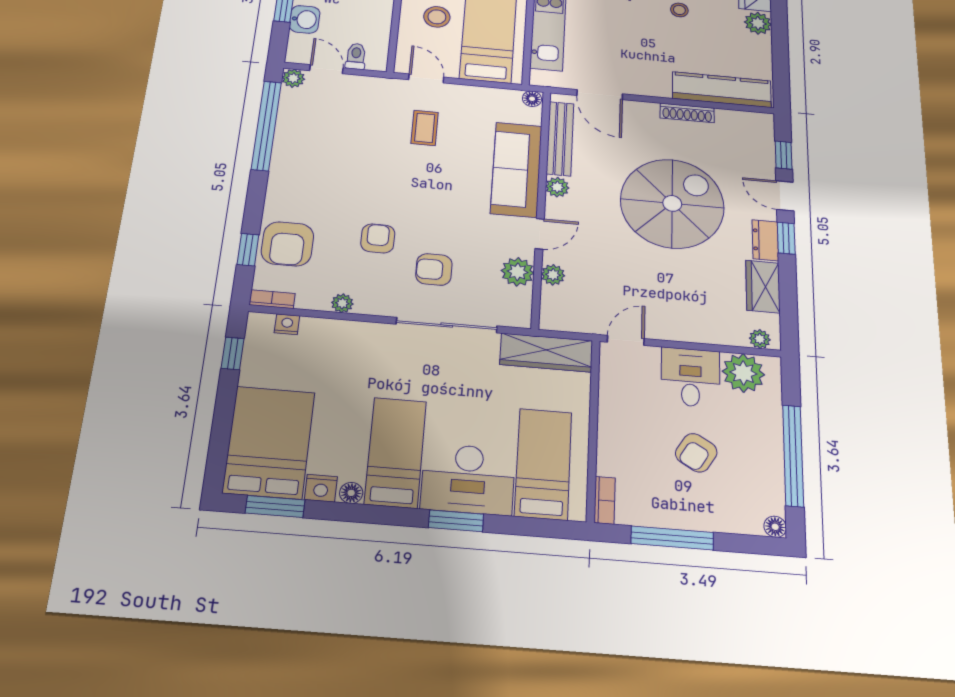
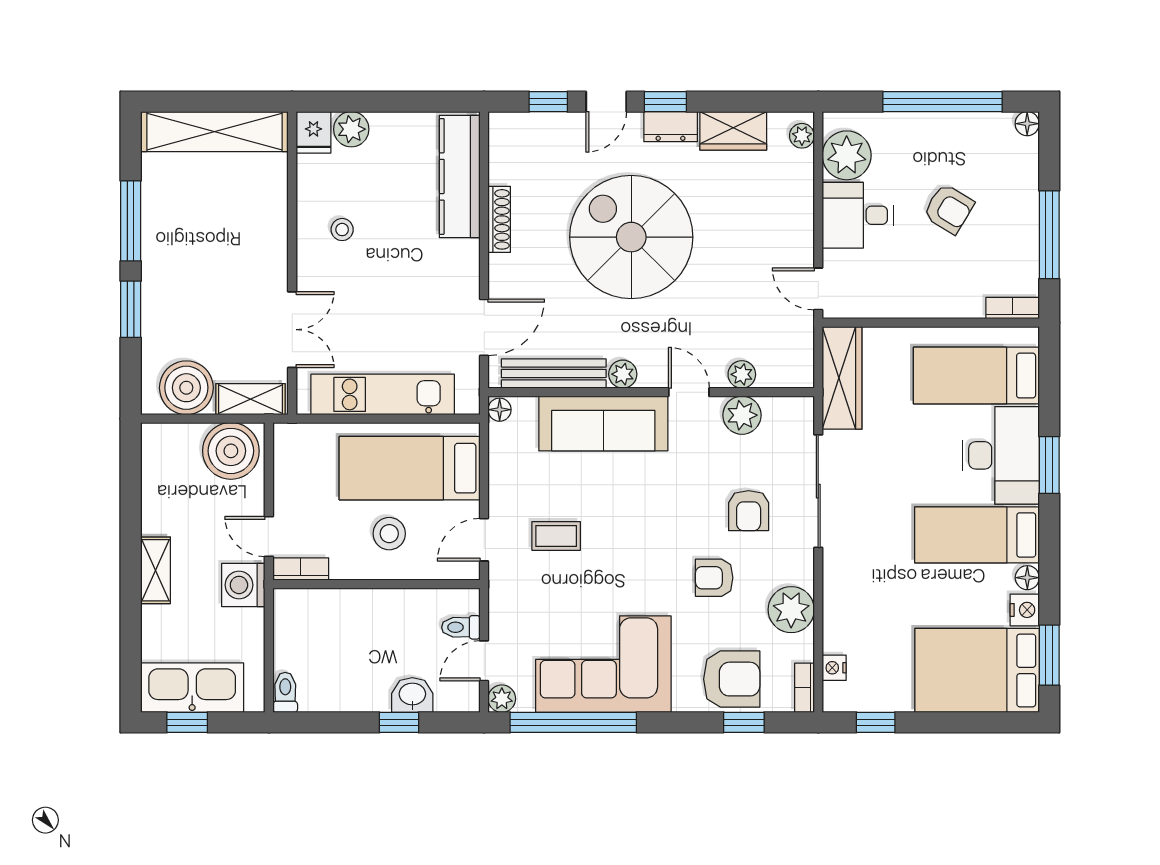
corner sofa: (313, 151) -> (603, 664), added
plant: (342, 303) -> (791, 610), width x1.87, depth x1.87

